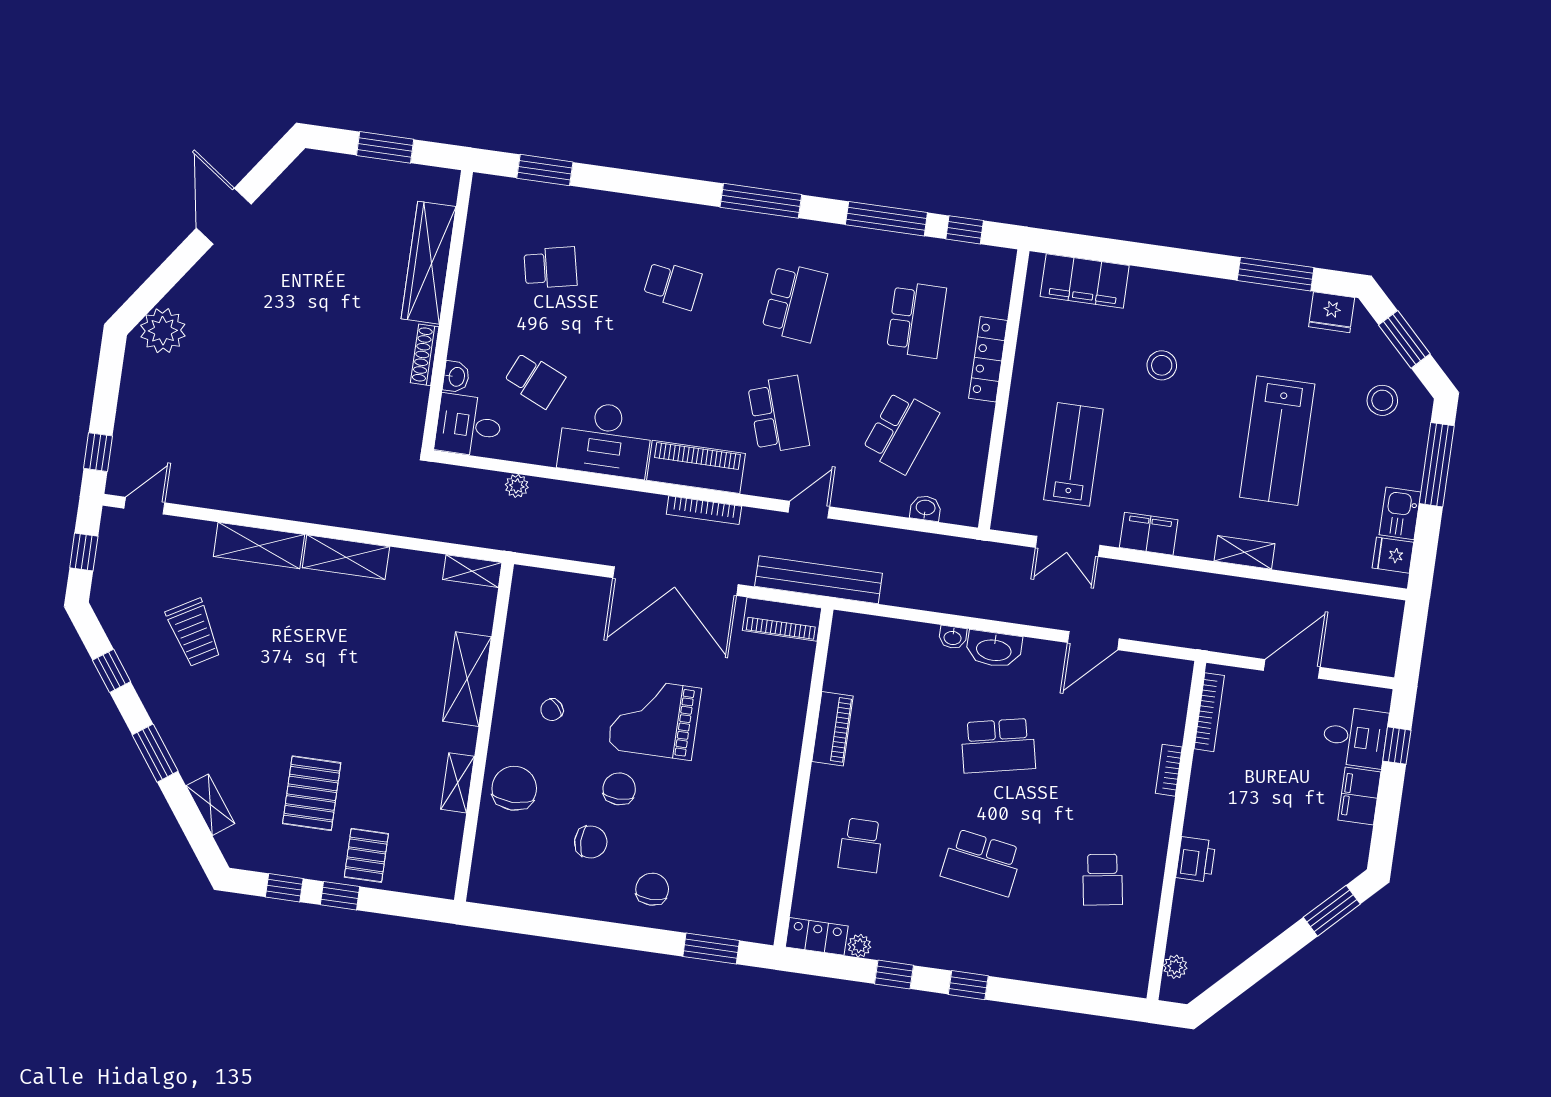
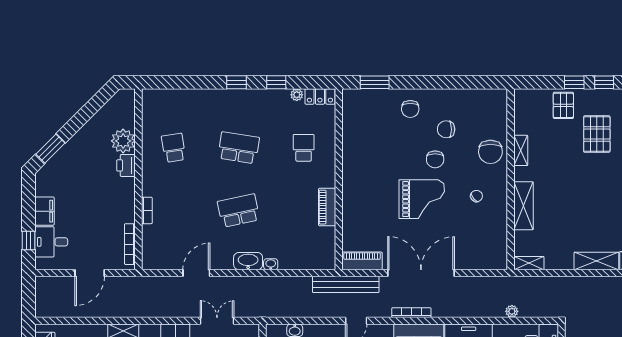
plant: (1175, 967) -> (123, 141), moved, width x1.88, depth x1.88

